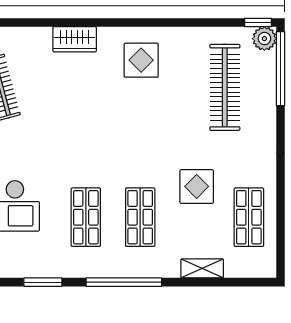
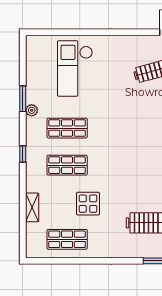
plant: (60, 269) -> (32, 110), added
window: (124, 282) -> (23, 154), width x0.32

